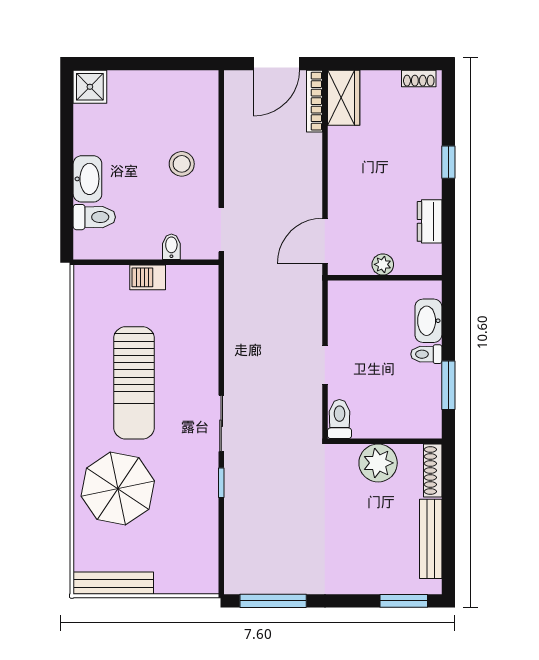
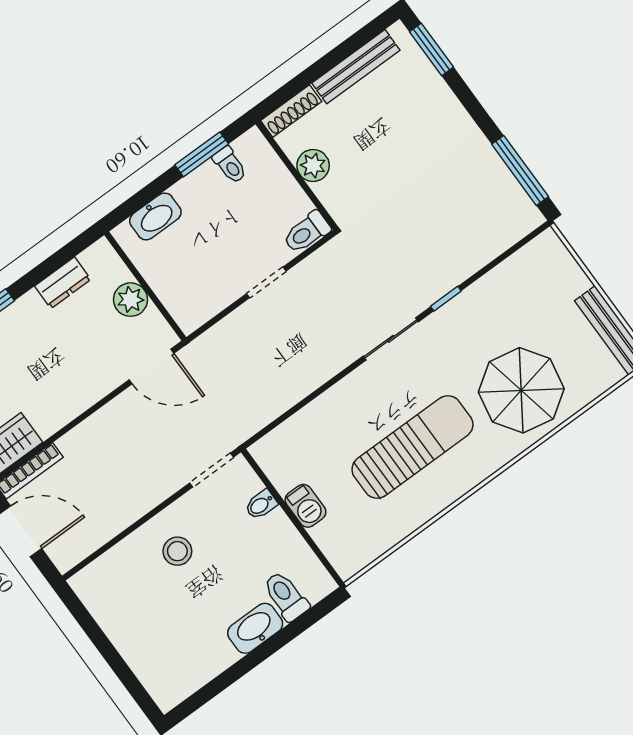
shower: (90, 87) -> (168, 688), removed
plant: (383, 264) -> (131, 300), width x1.38, depth x1.38
toilet: (426, 354) -> (230, 165), moved
plant: (378, 463) -> (313, 165), width x0.73, depth x0.73

